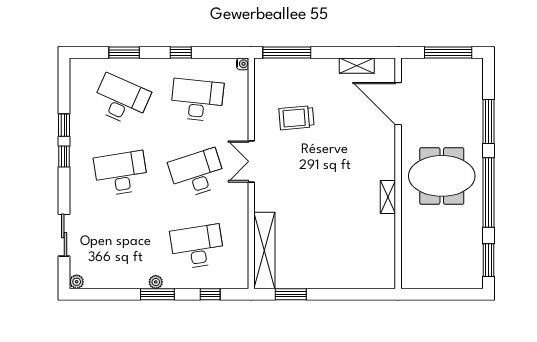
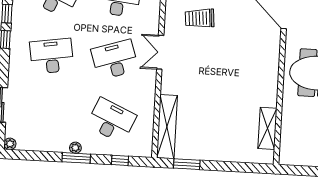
shelving: (388, 197) -> (267, 128), moved, width x1.50, depth x1.33
desk: (197, 247) -> (111, 120), turned 33

